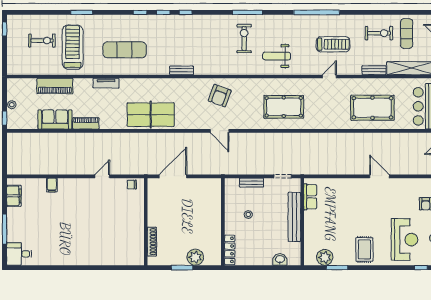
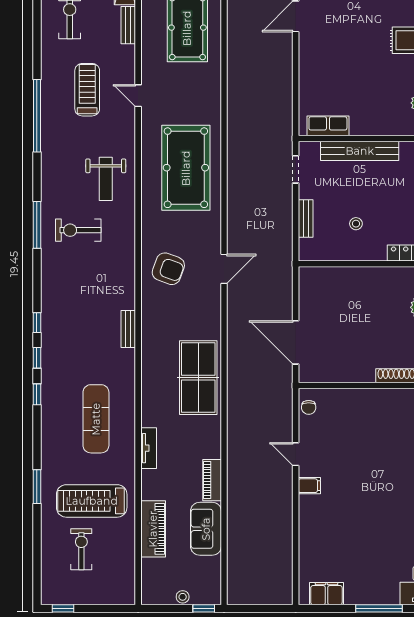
pool table: (284, 107) -> (186, 168), width x1.36, depth x1.32
filing cabinet: (52, 185) -> (309, 486), moved

